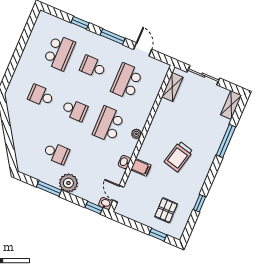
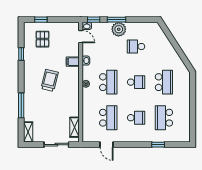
window: (113, 37) -> (131, 145), removed
school desk: (41, 96) -> (164, 82), width x1.85
school desk: (75, 110) -> (136, 82), turned 180
window: (49, 189) -> (117, 20), moved

